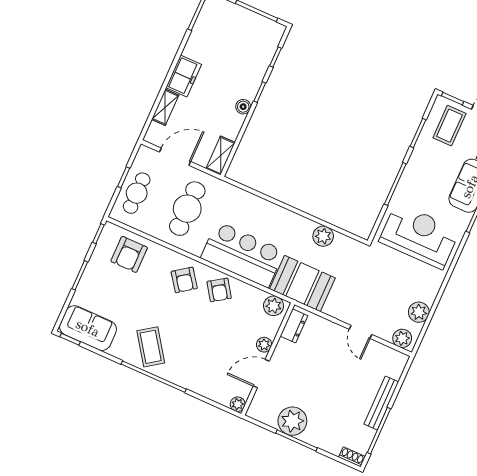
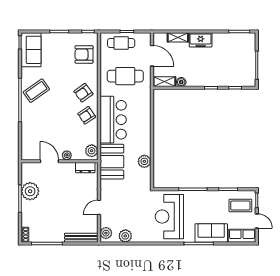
boiler: (243, 107) -> (181, 82), moved
reception desk: (419, 236) -> (169, 217), turned 180
bench: (381, 403) -> (81, 238), moved
plant: (238, 404) -> (26, 155), removed

